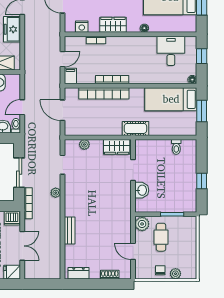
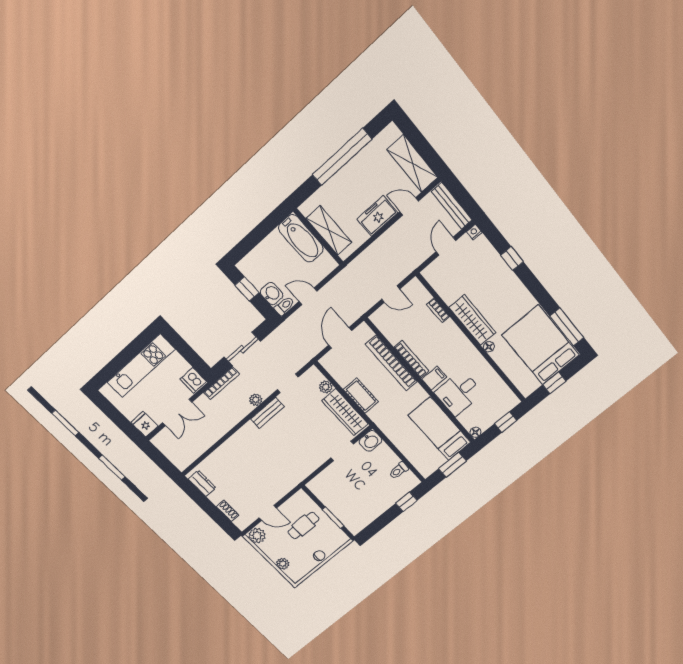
wardrobe: (113, 25) -> (473, 320), width x1.50
nightstand: (82, 27) -> (440, 285), removed
desk: (171, 51) -> (459, 393), moved, turned 180
filing cabinet: (70, 76) -> (434, 378), moved
cot: (135, 128) -> (361, 396), moved
wardrobe: (117, 147) -> (345, 412), width x1.50
window: (202, 181) -> (406, 502), moved
washbasin: (142, 190) -> (370, 441), moved
plant: (142, 224) -> (257, 536), moved
bench: (70, 231) -> (267, 413), moved
door: (133, 251) -> (268, 513), swing flipped
chair: (160, 270) -> (319, 556), moved

